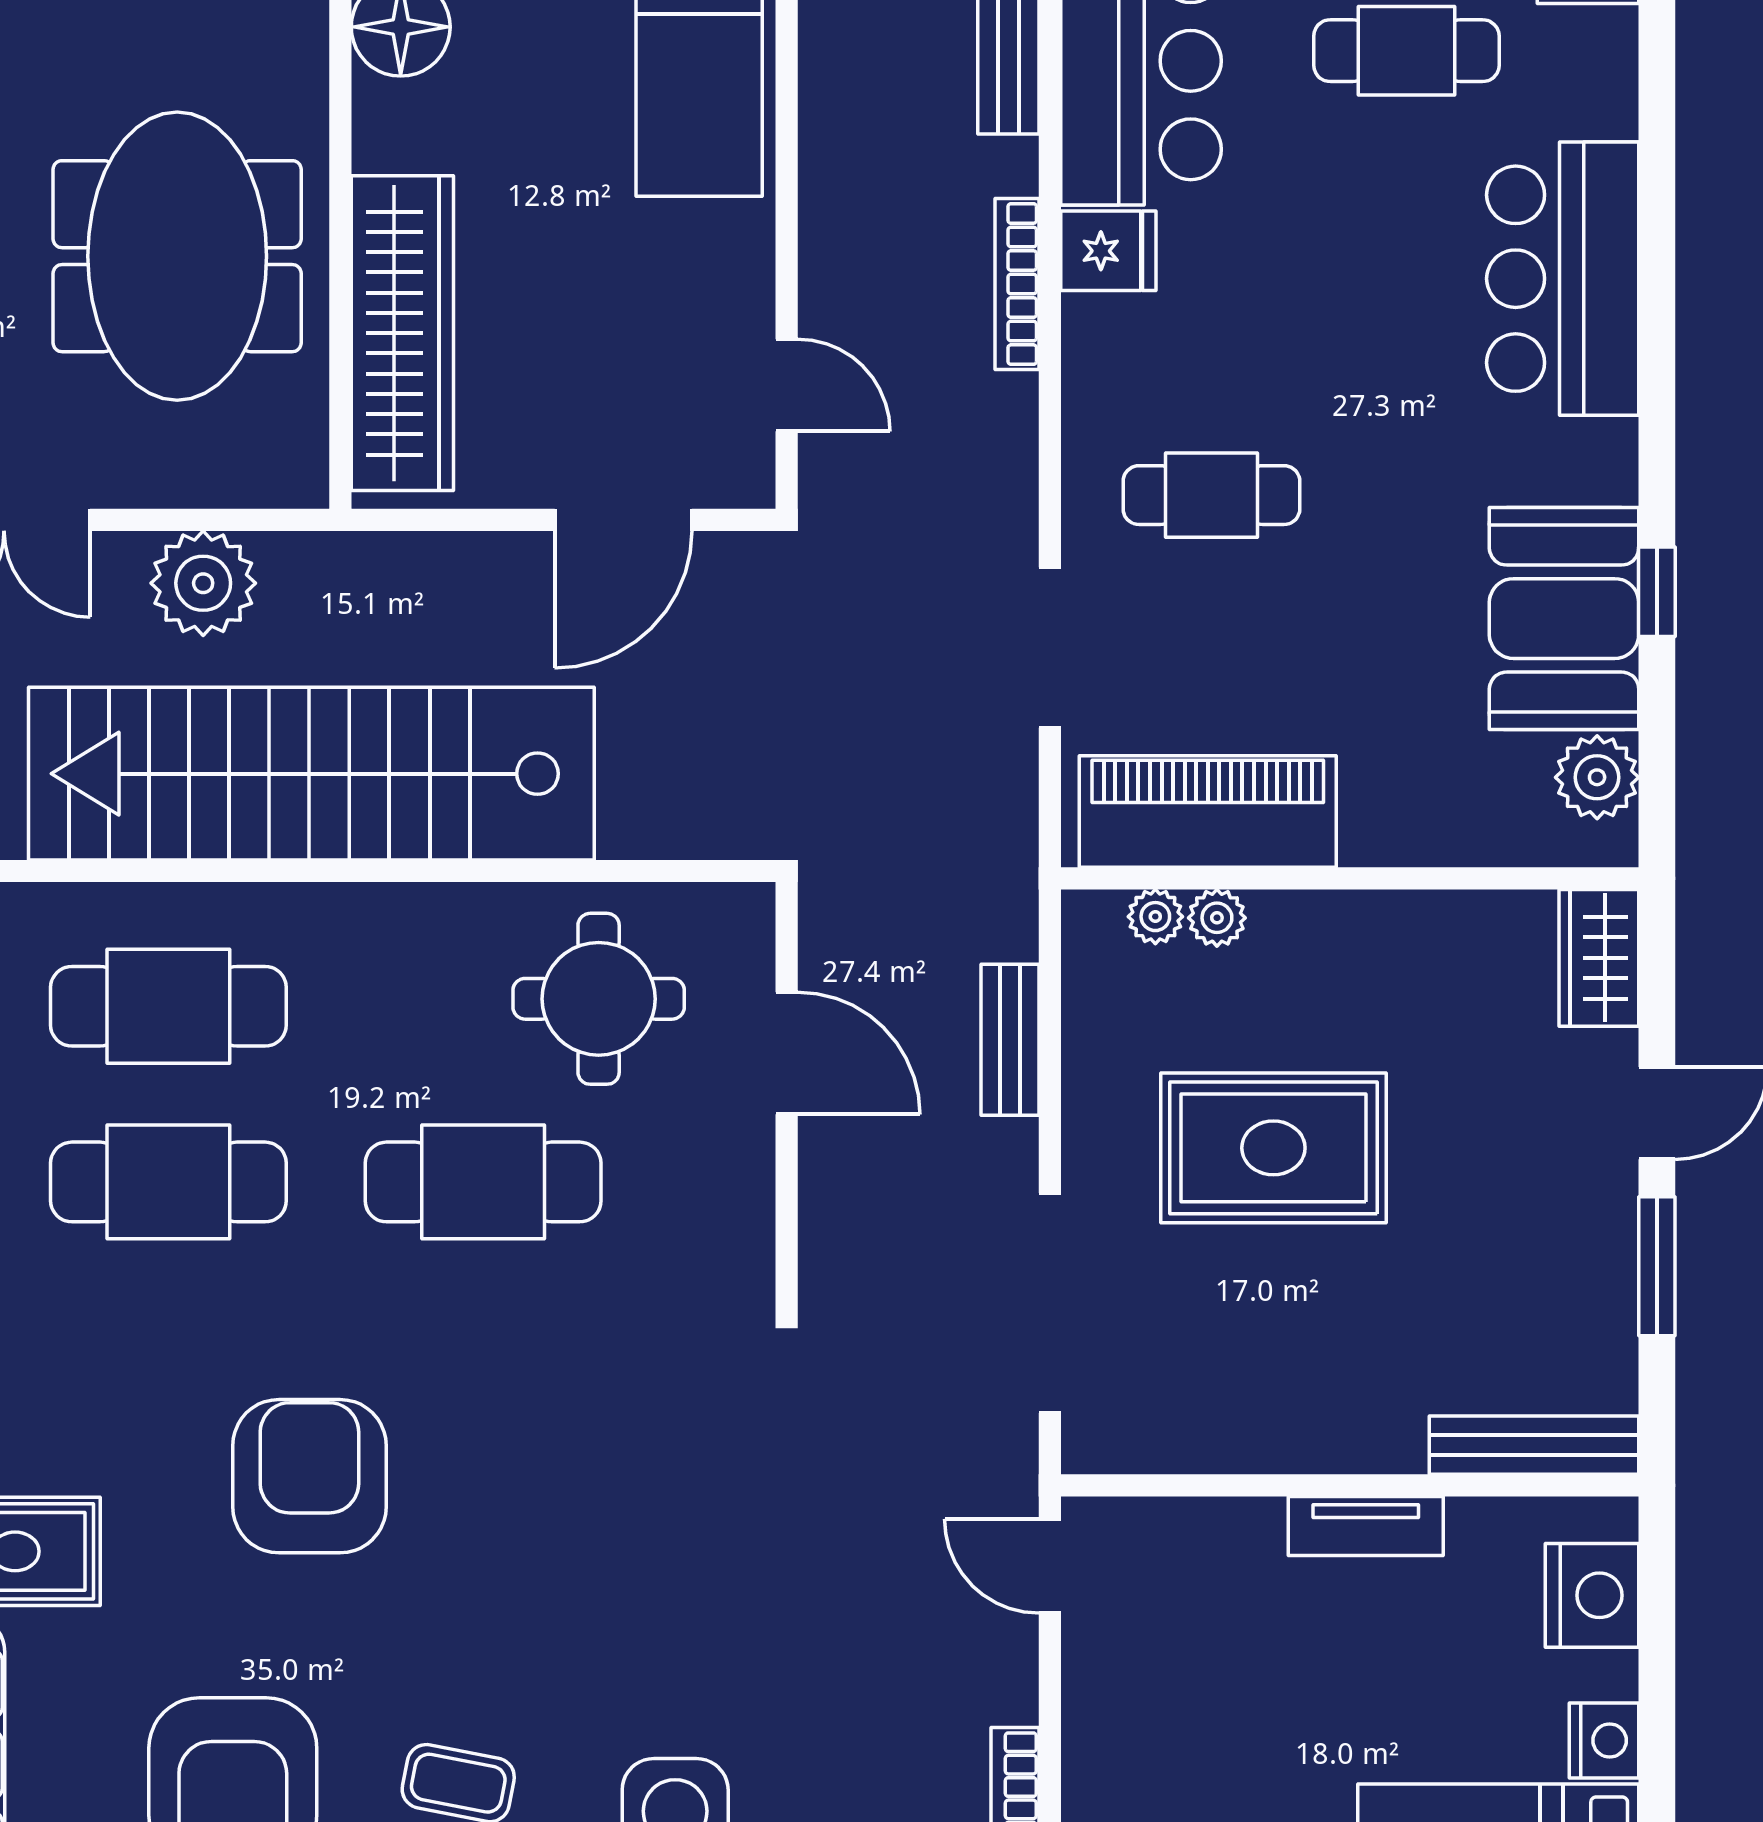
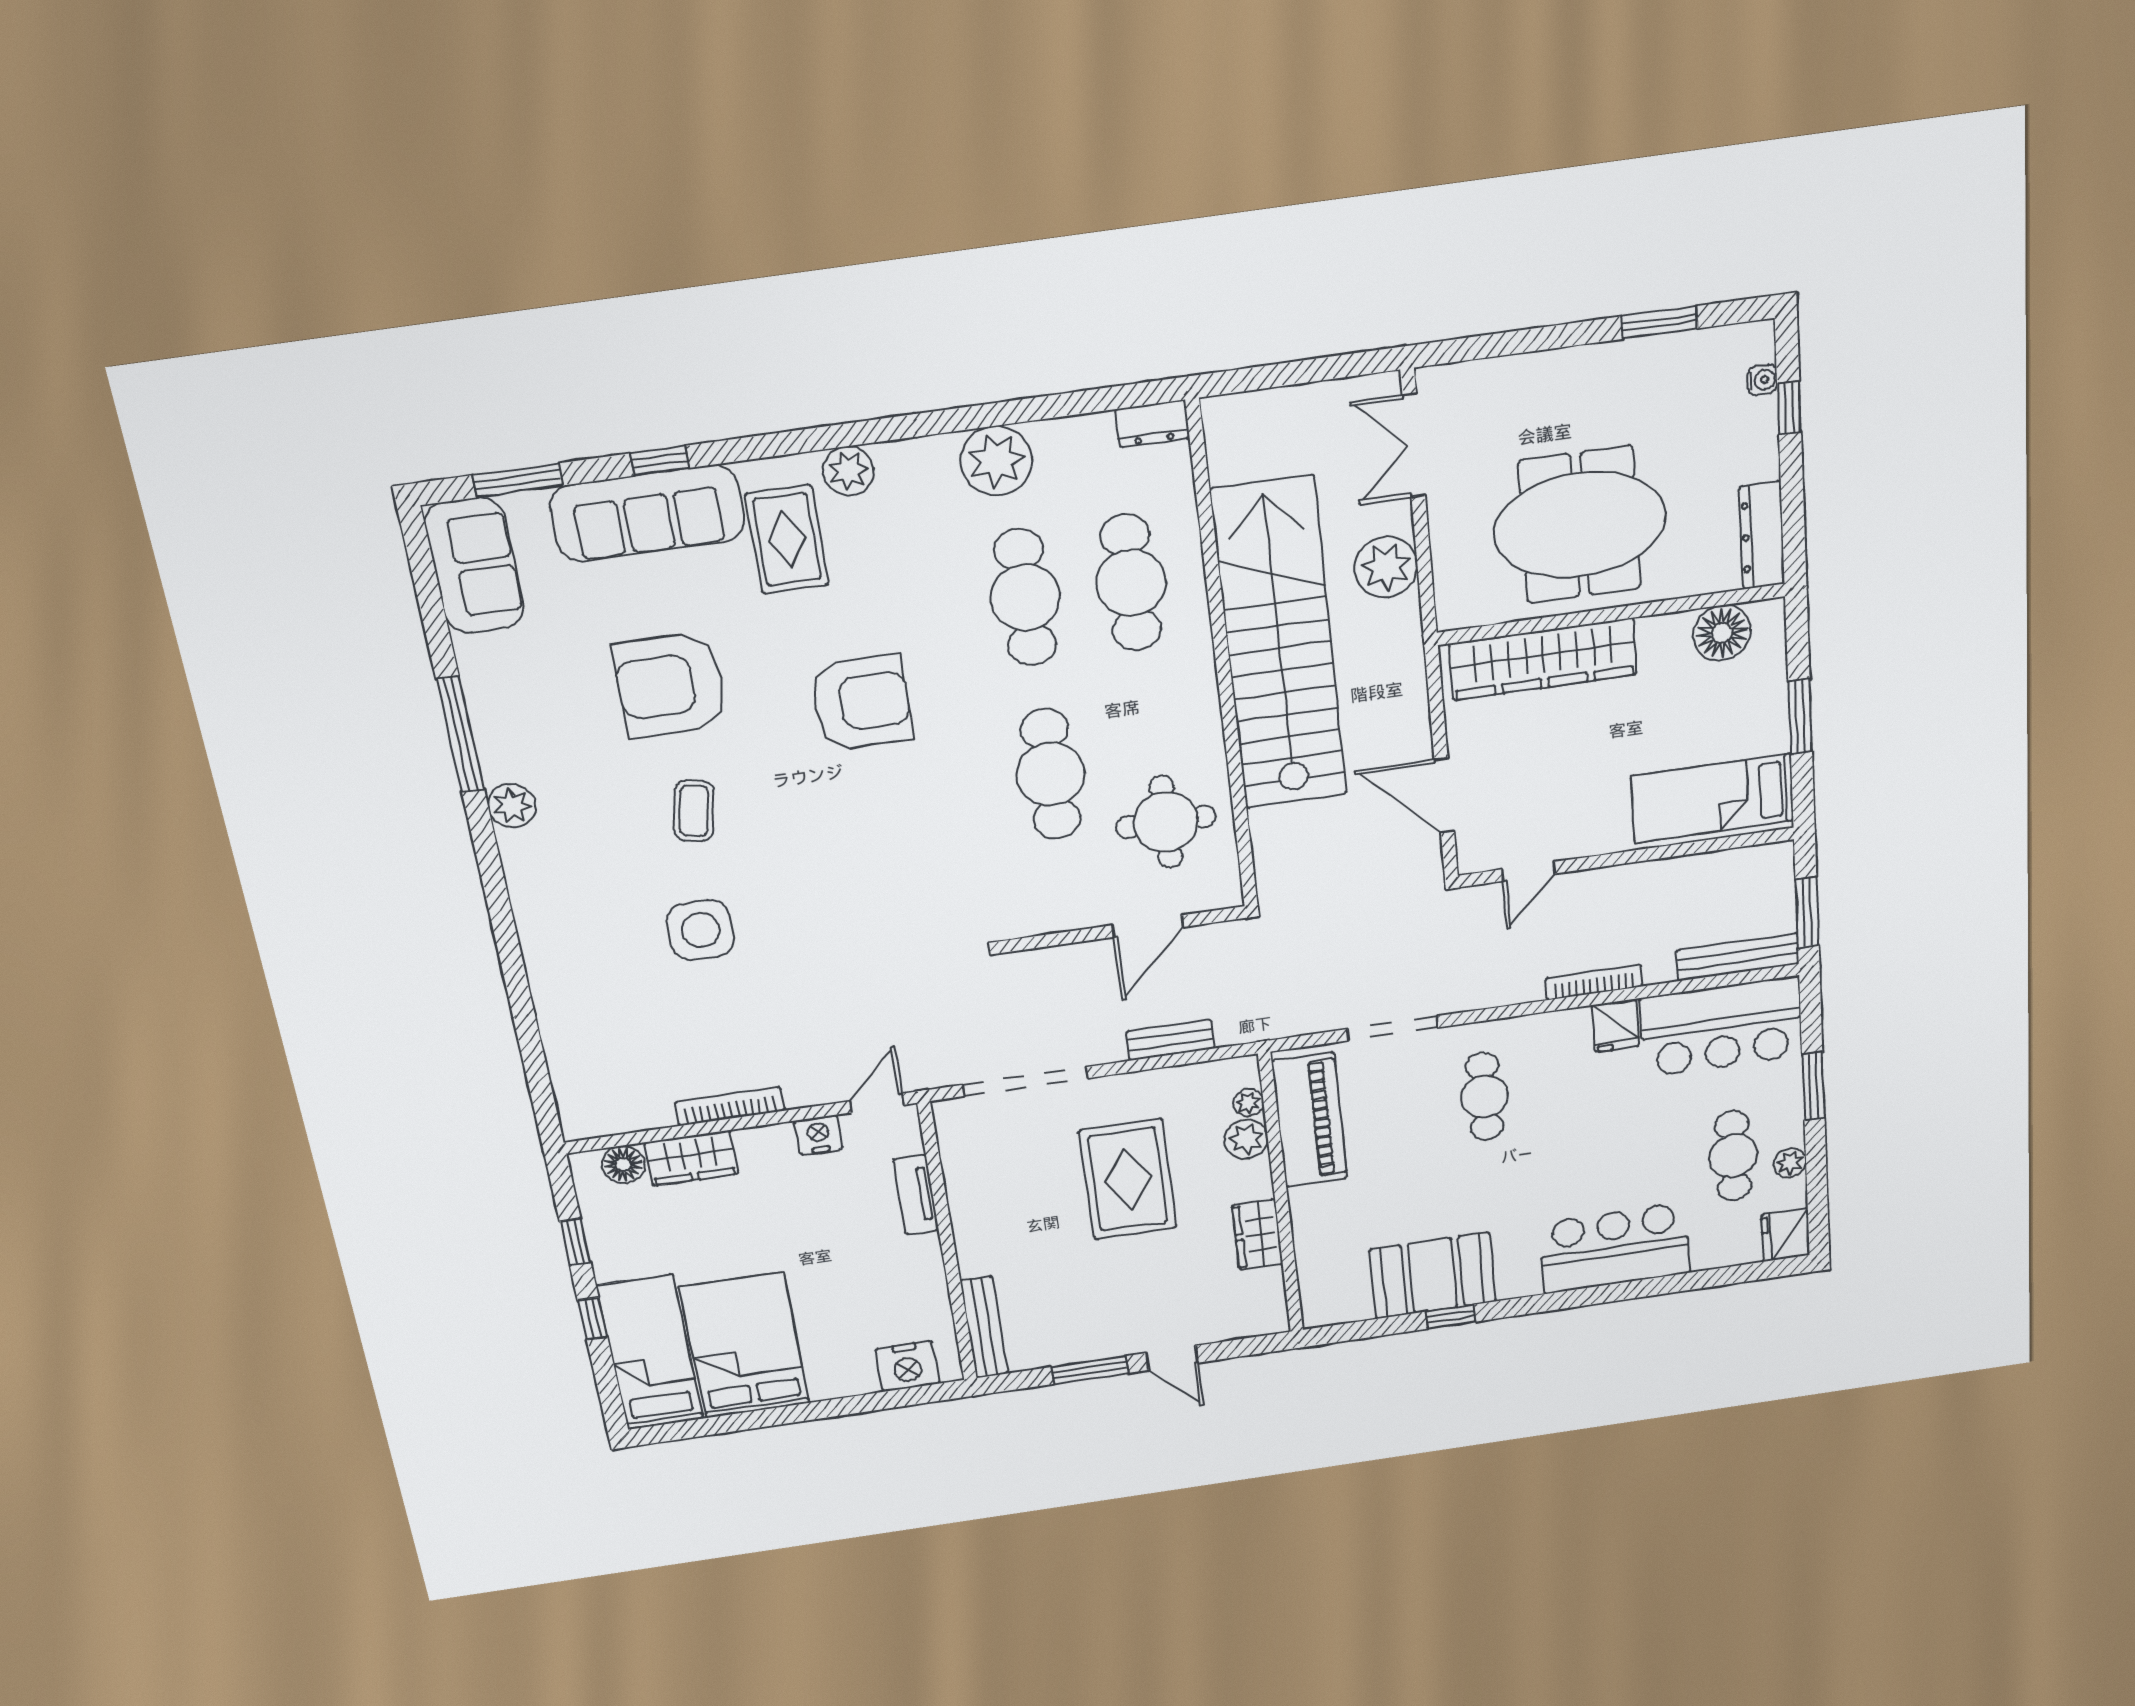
plant: (1597, 777) -> (1349, 1304), removed
plant: (1217, 918) -> (1246, 1139), width x1.38, depth x1.38
wardrobe: (1599, 958) -> (1257, 1235), moved, turned -90
tv unit: (1366, 1526) -> (916, 1195), moved
nightstand: (1604, 1741) -> (818, 1135), moved, turned 180

